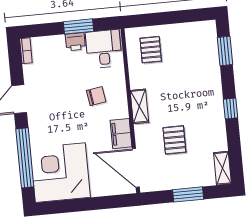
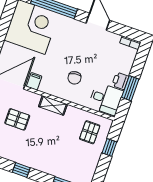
window: (158, 19) -> (109, 147), added
pallet: (151, 50) -> (90, 132), turned 90
filing cabinet: (121, 134) -> (34, 81), width x0.50

